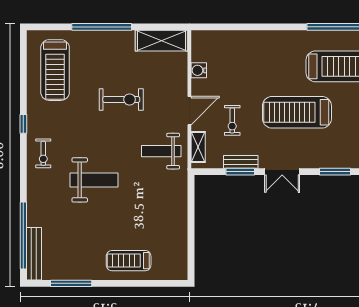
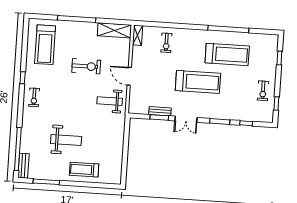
water cooler: (199, 70) -> (137, 51), removed
door: (189, 111) -> (129, 76), swing flipped
treadmill: (297, 112) -> (198, 82), turned 180
exercise bike: (232, 120) -> (166, 43), moved
shelving: (198, 147) -> (138, 35), moved
weight bench: (94, 180) -> (66, 140), moved
bench: (34, 254) -> (24, 166), width x0.73

